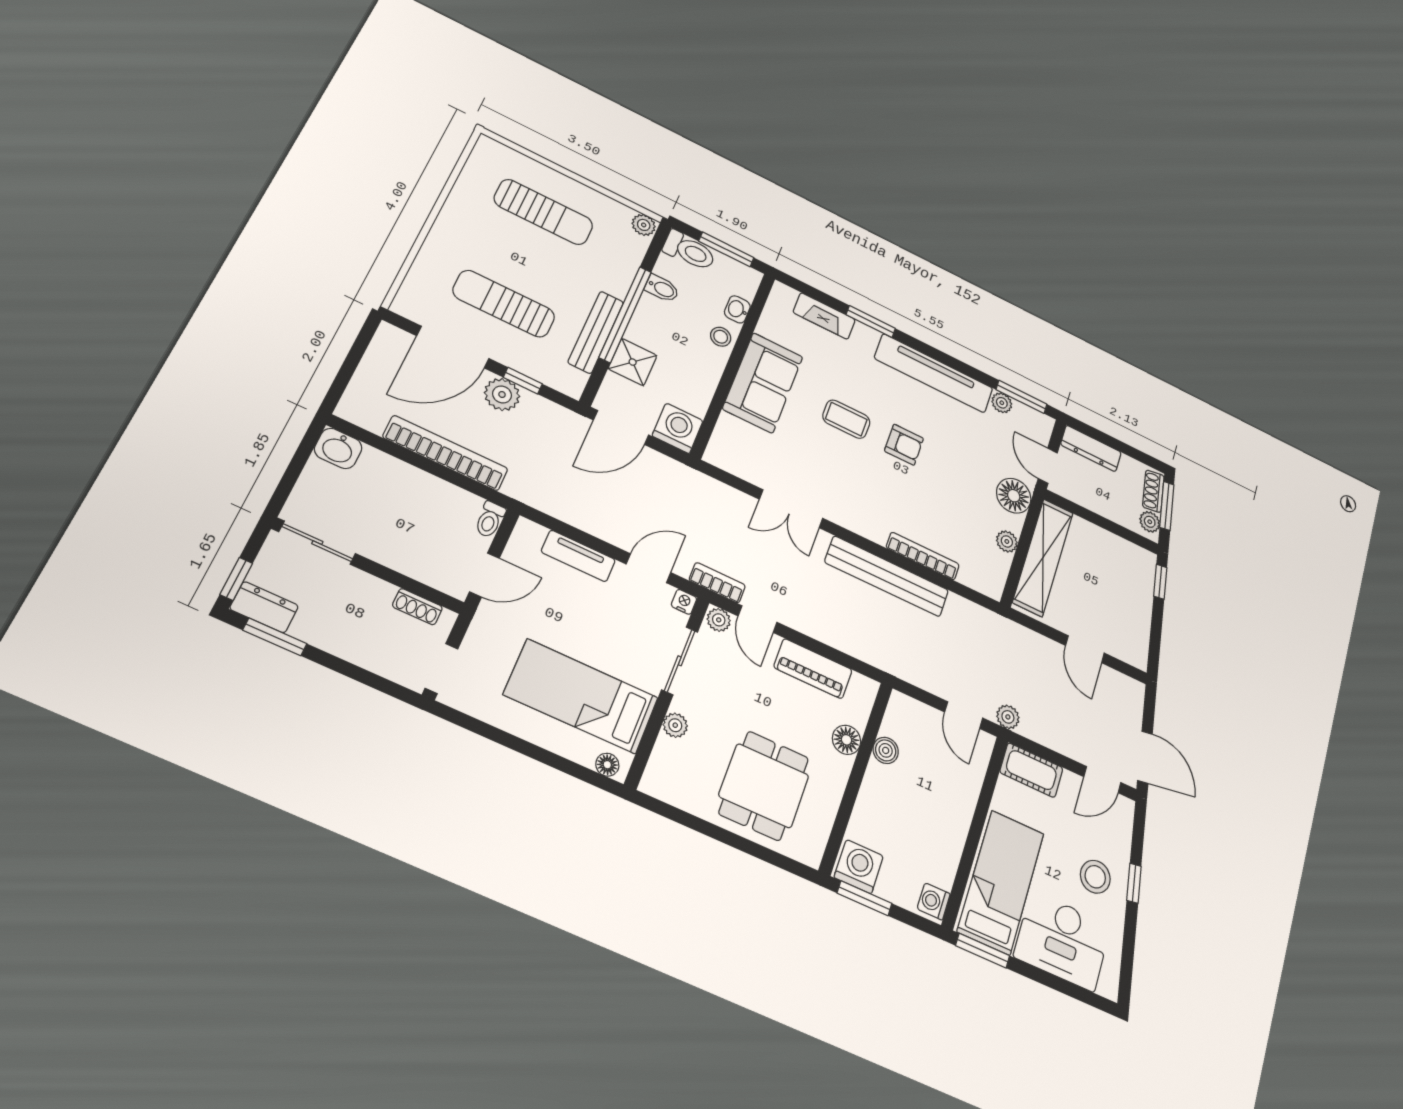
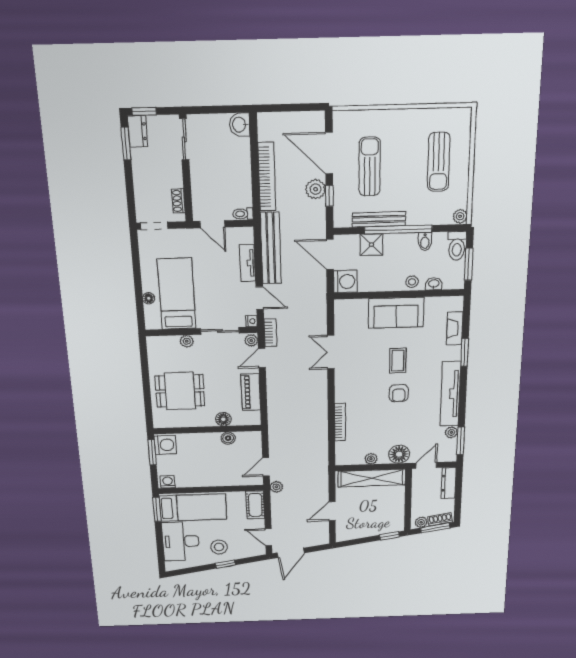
bench: (887, 576) -> (271, 248), moved
floor lamp: (607, 765) -> (149, 298), moved

